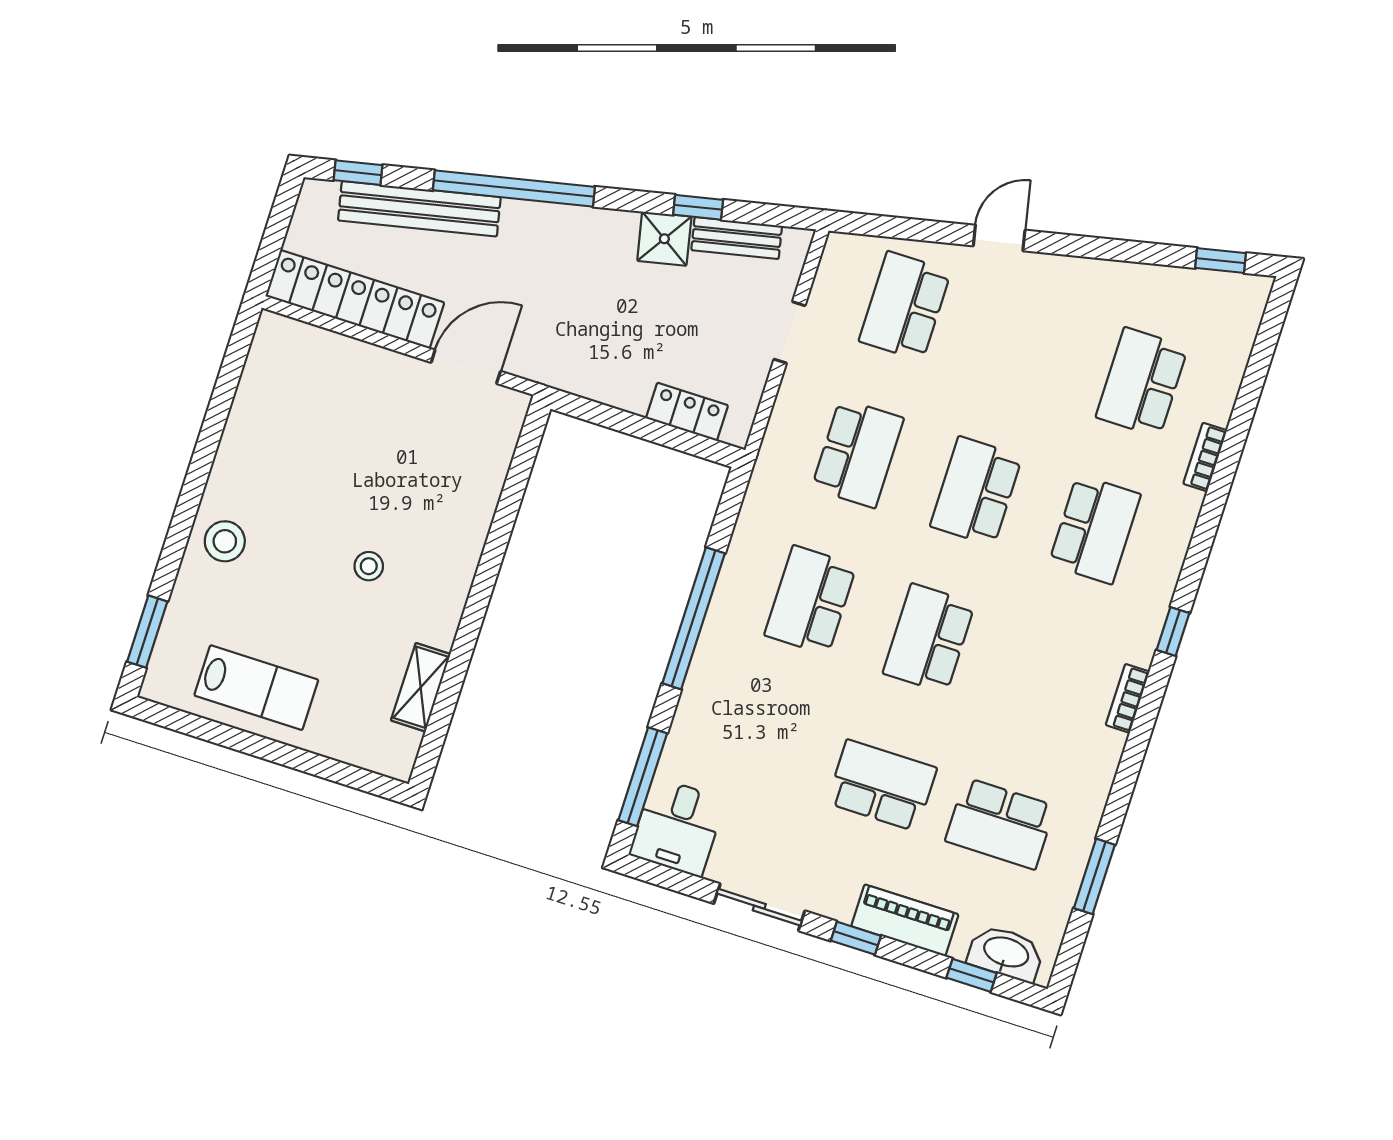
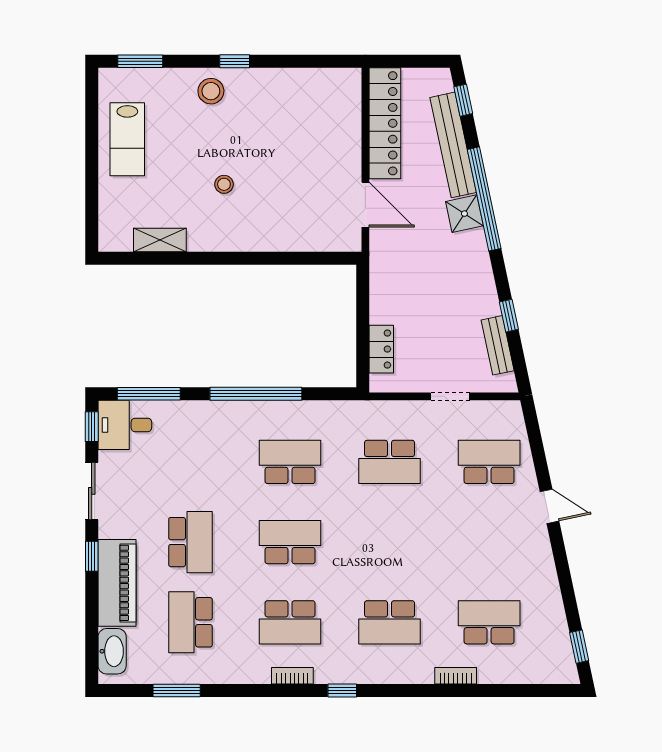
shower: (664, 239) -> (464, 214), moved
school desk: (976, 491) -> (290, 622), moved, turned 180
window: (192, 492) -> (235, 61), added
piano: (905, 920) -> (117, 583), width x1.37, depth x1.33
window: (972, 975) -> (92, 427), moved

